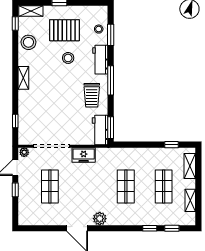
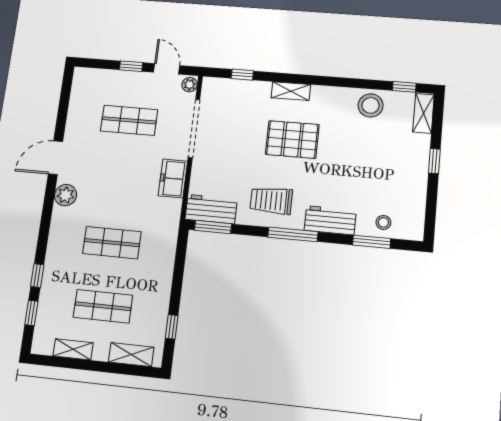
pallet: (64, 30) -> (292, 139), moved, turned 90
stool: (68, 58) -> (338, 167), removed
shelving: (23, 78) -> (291, 91), moved

